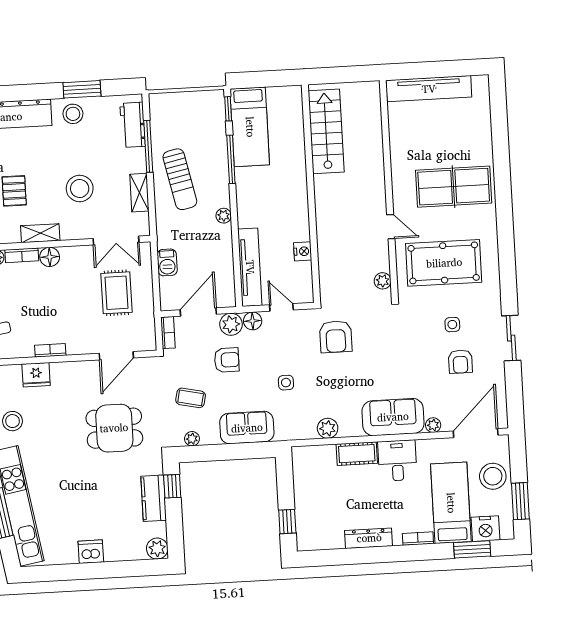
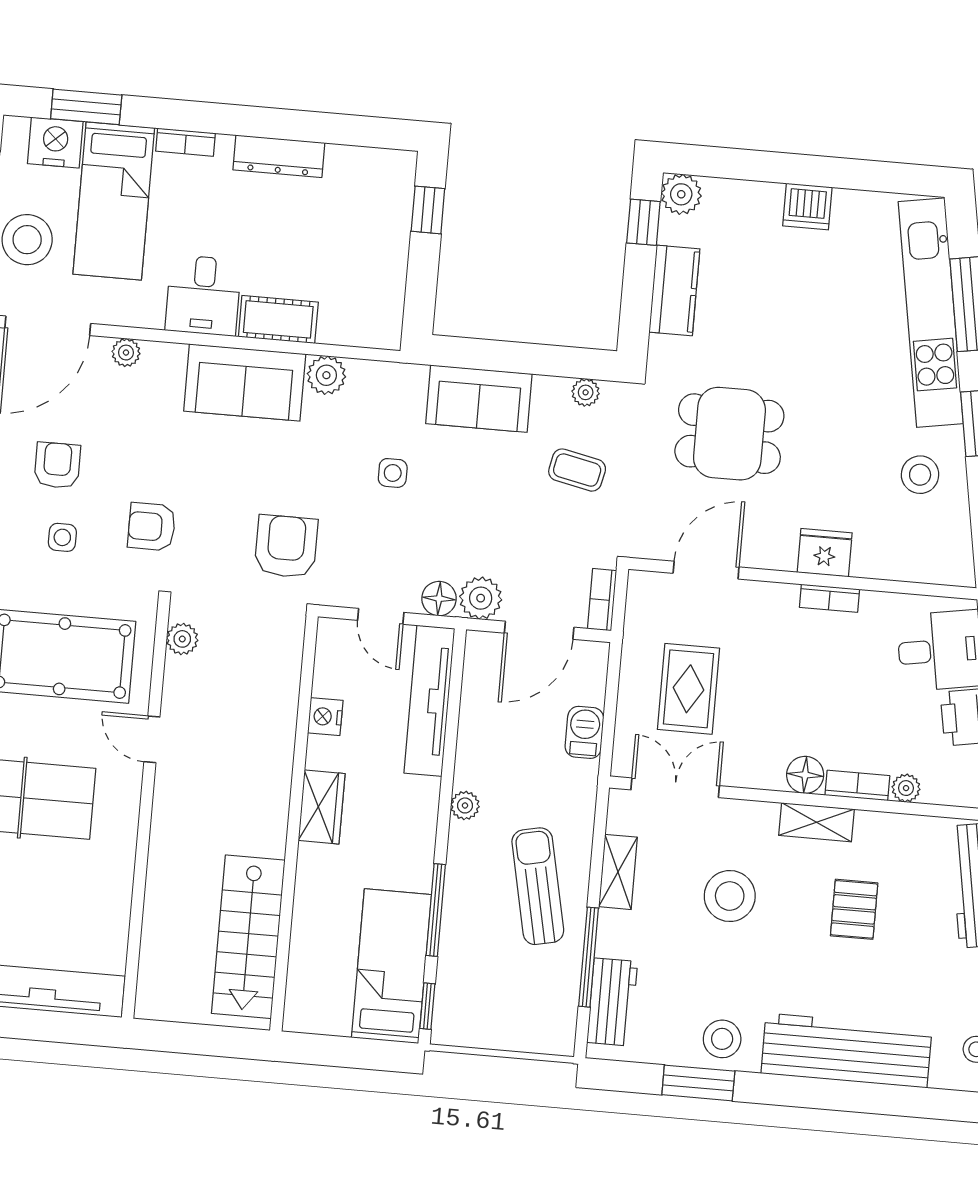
wardrobe: (298, 204) -> (322, 807), added
armchair: (227, 360) -> (152, 527), moved
fridge: (36, 375) -> (825, 553), moved
sofa: (393, 417) -> (245, 382), moved
window: (172, 486) -> (643, 222), moved

